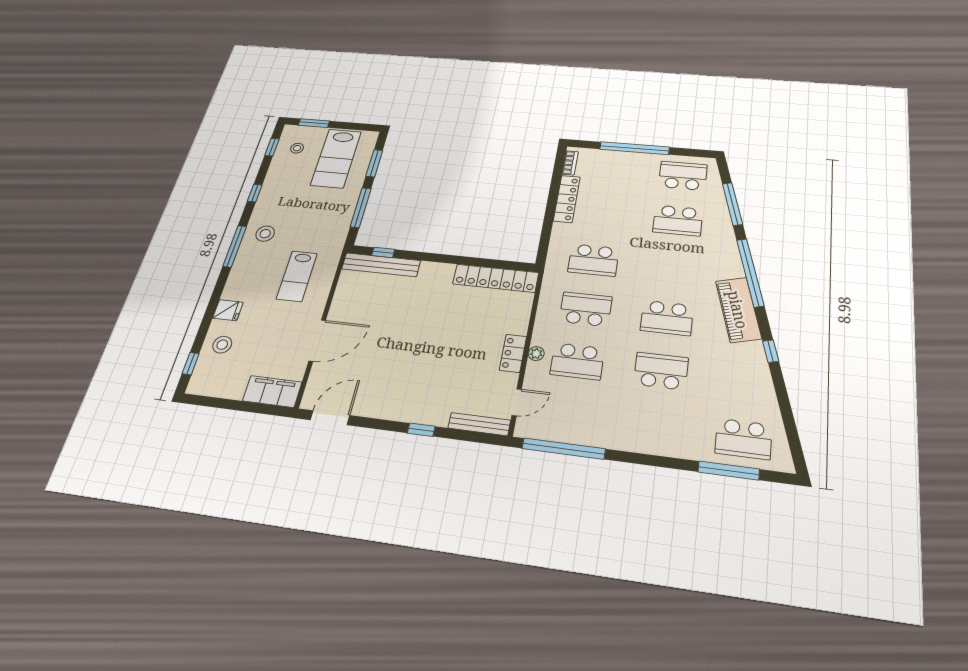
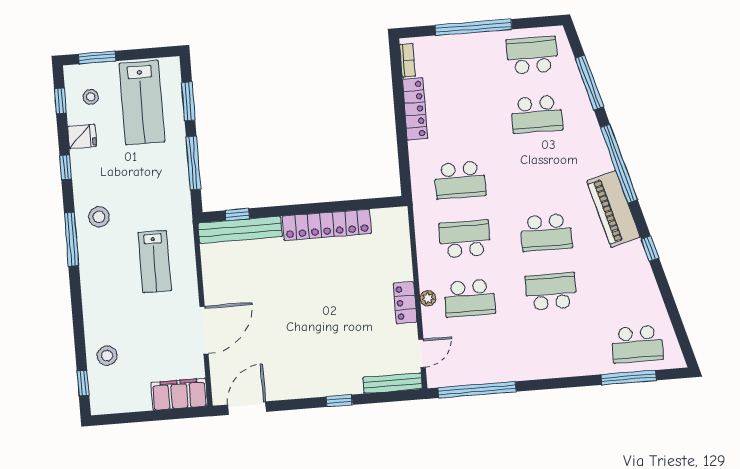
locker: (496, 278) -> (327, 225), moved
fridge: (228, 310) -> (82, 136), moved

